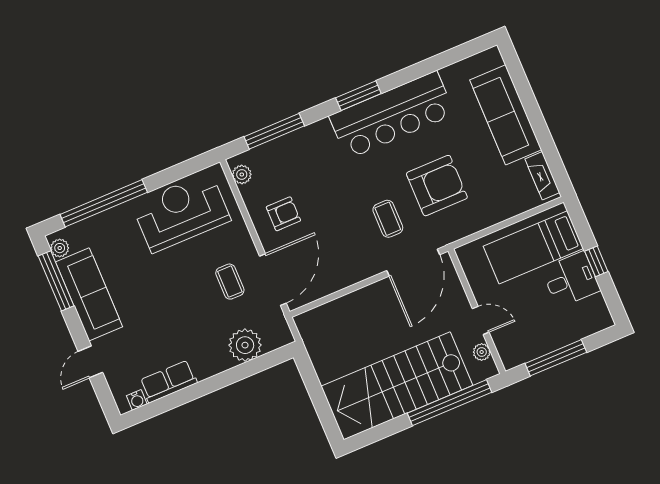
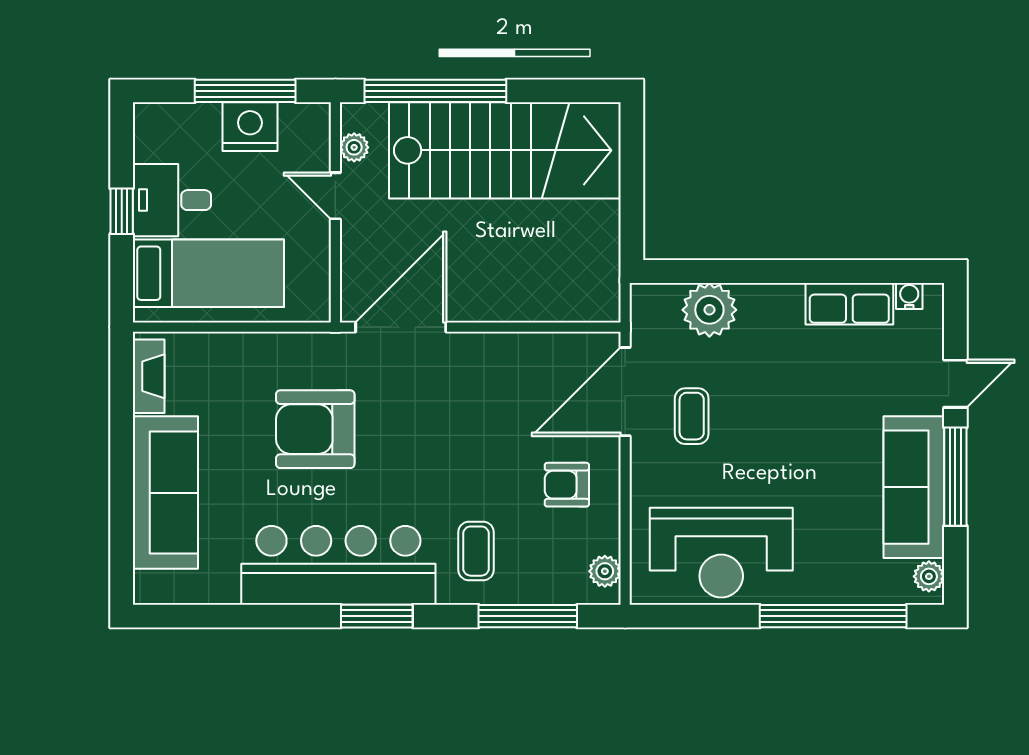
coffee table: (388, 219) -> (476, 551), moved
window: (56, 281) -> (955, 477), moved
nightstand: (545, 339) -> (250, 127), added

